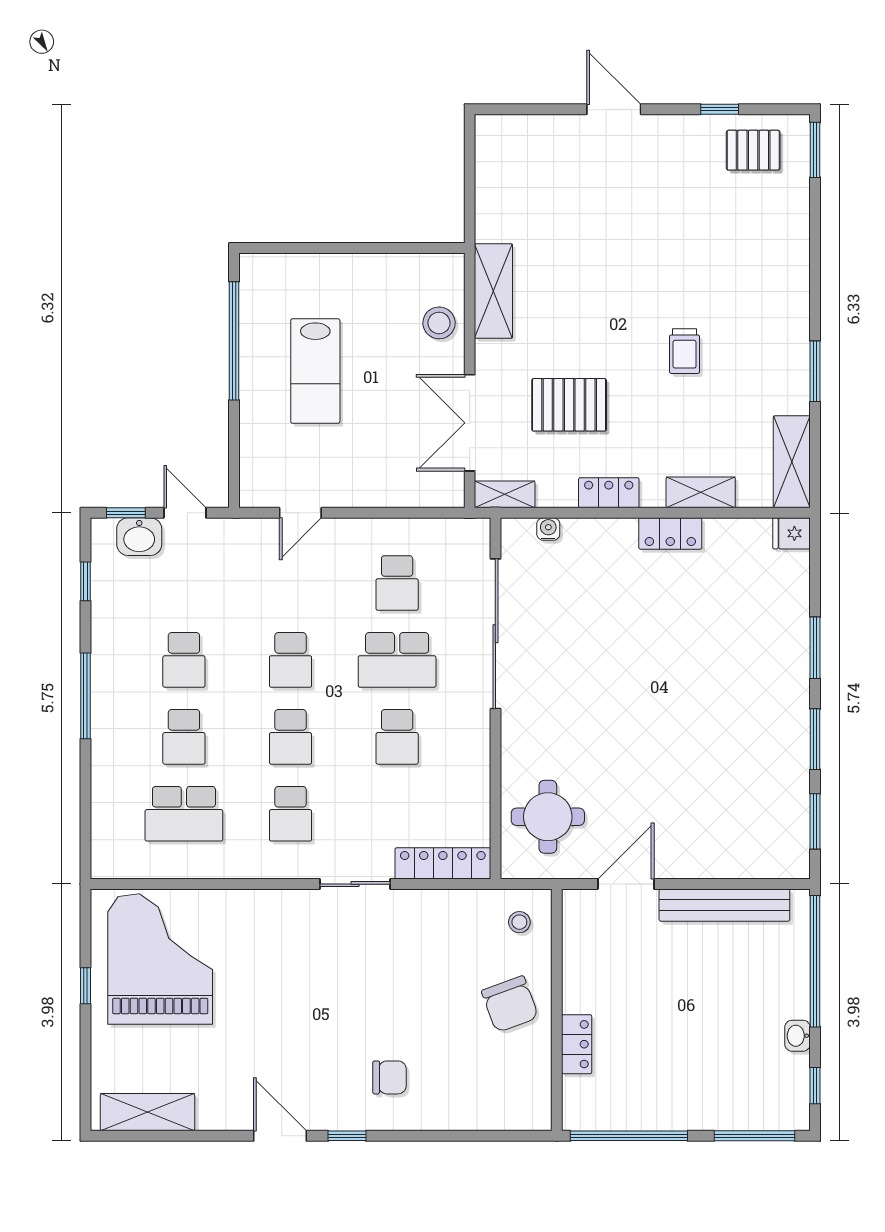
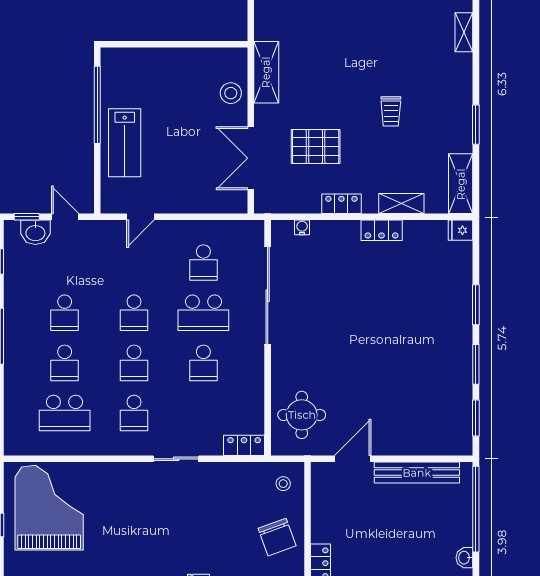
lab bench: (315, 371) -> (125, 143), moved
shelving: (505, 494) -> (464, 32), moved, turned 90
locker: (443, 863) -> (244, 445), width x0.66

